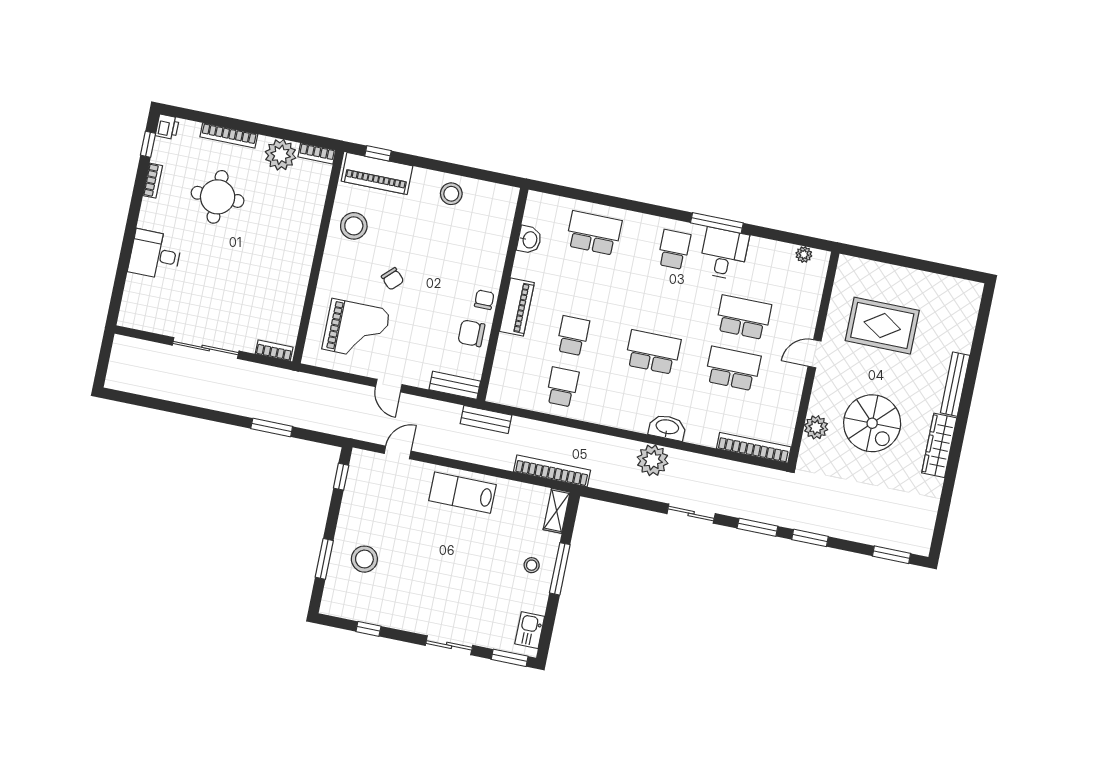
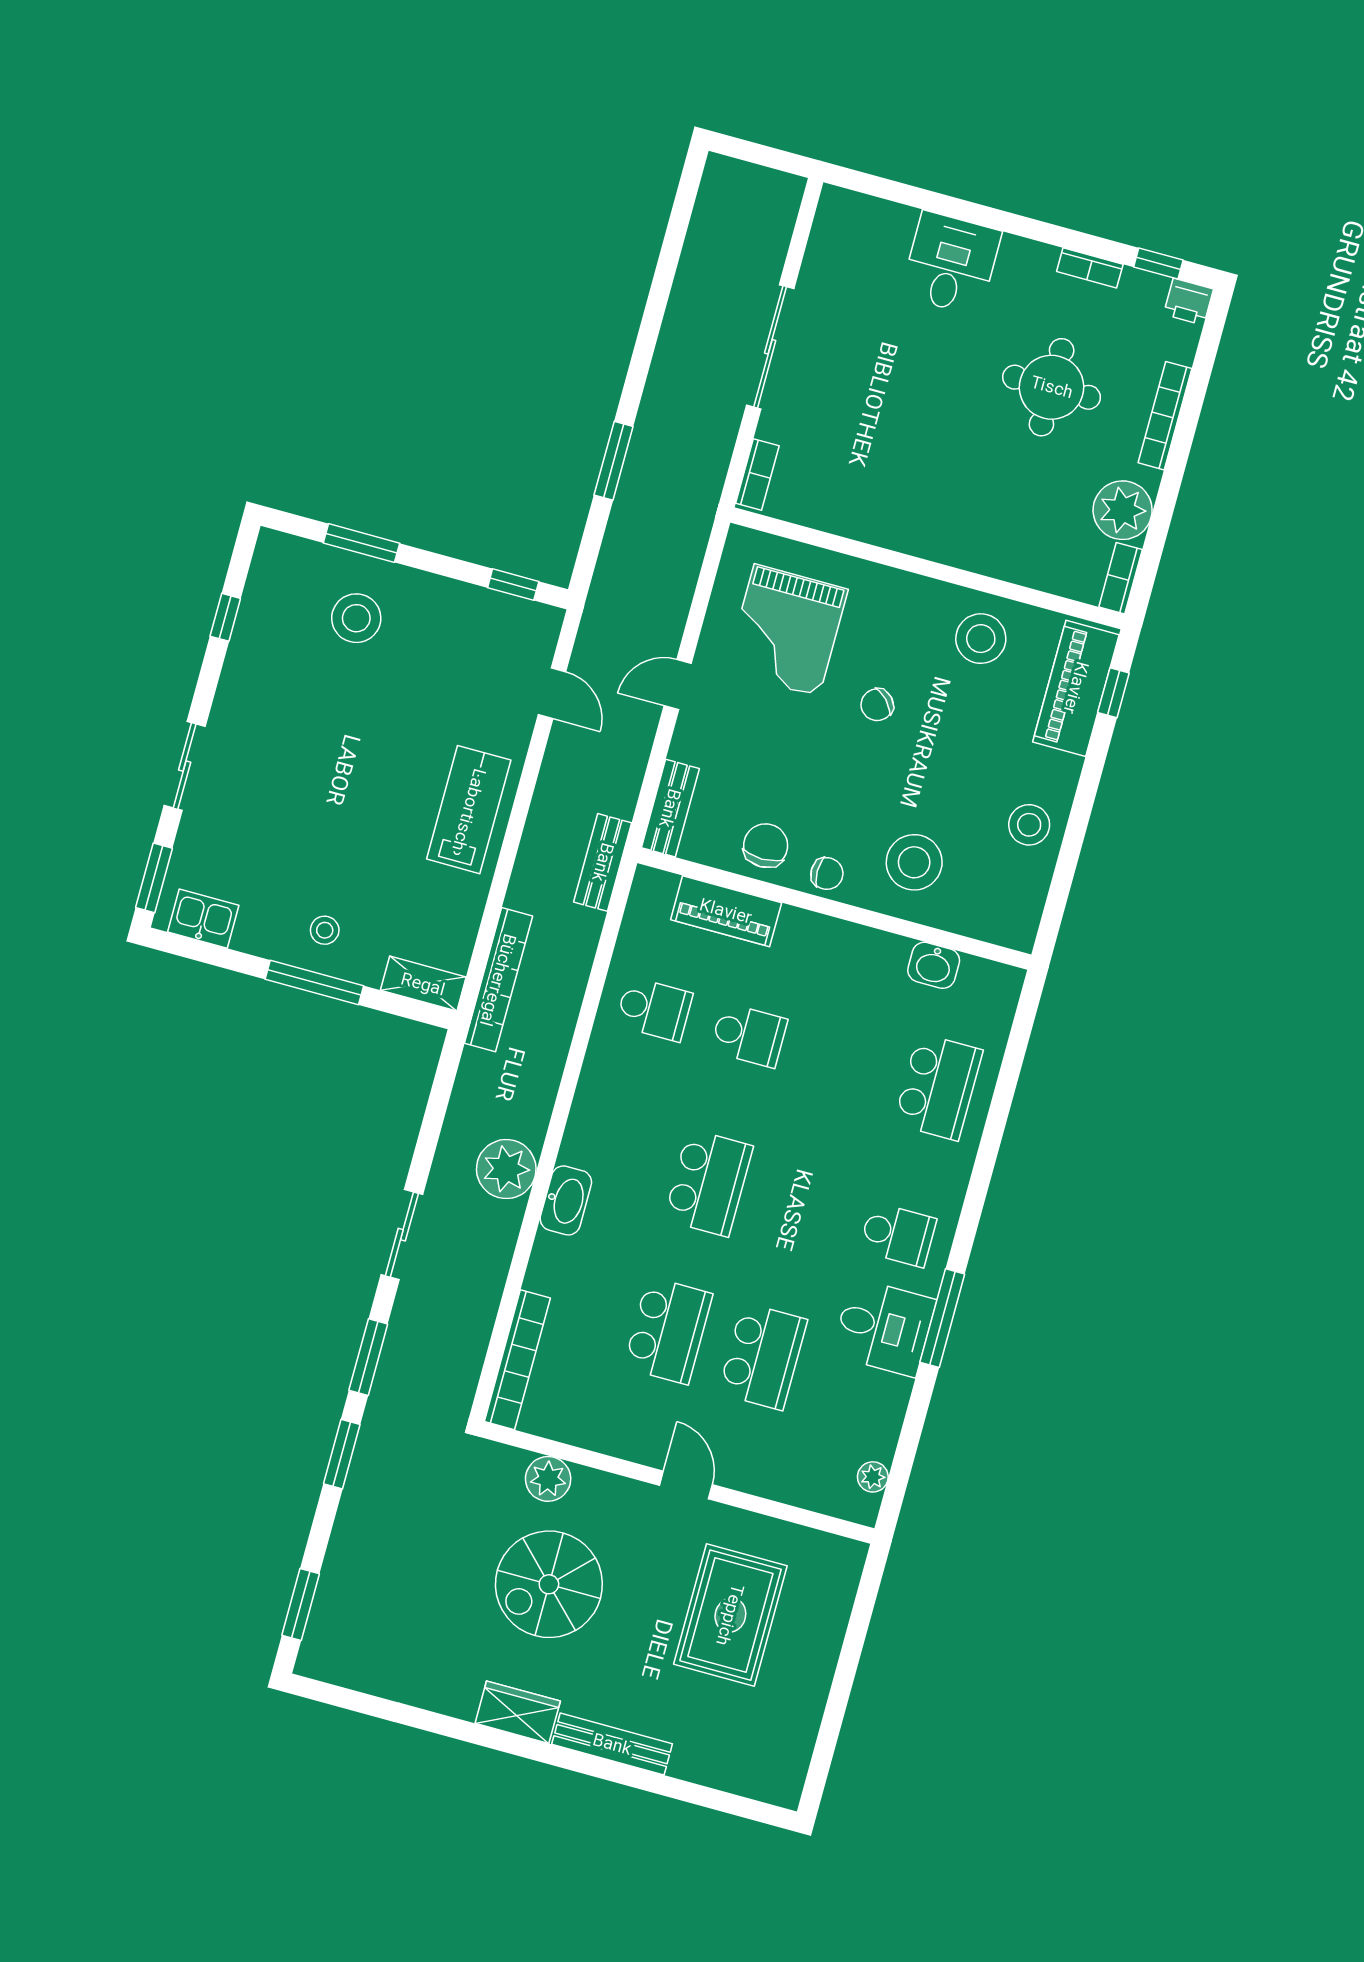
stool: (475, 254) -> (914, 862), added
piano: (517, 307) -> (726, 911), moved
wardrobe: (939, 445) -> (518, 1712), width x0.67

